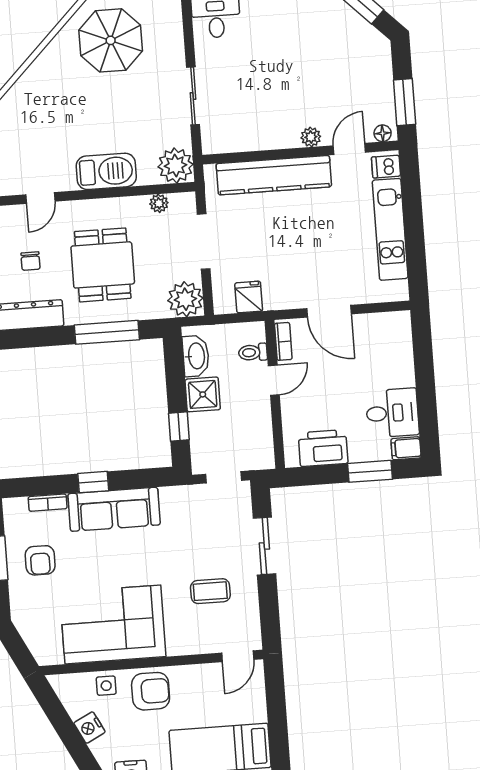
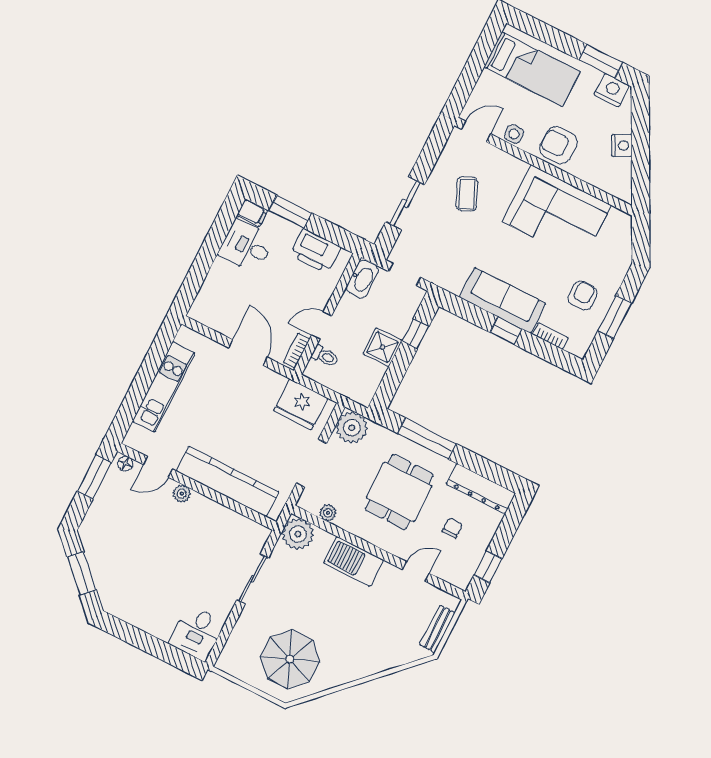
dishwasher: (386, 167) -> (138, 437), removed
fridge: (249, 297) -> (301, 404), width x1.88, depth x1.34
washbasin: (196, 356) -> (362, 279), moved, turned 180
coffee table: (210, 591) -> (467, 194), turned 66
side table: (106, 686) -> (514, 134), moved

